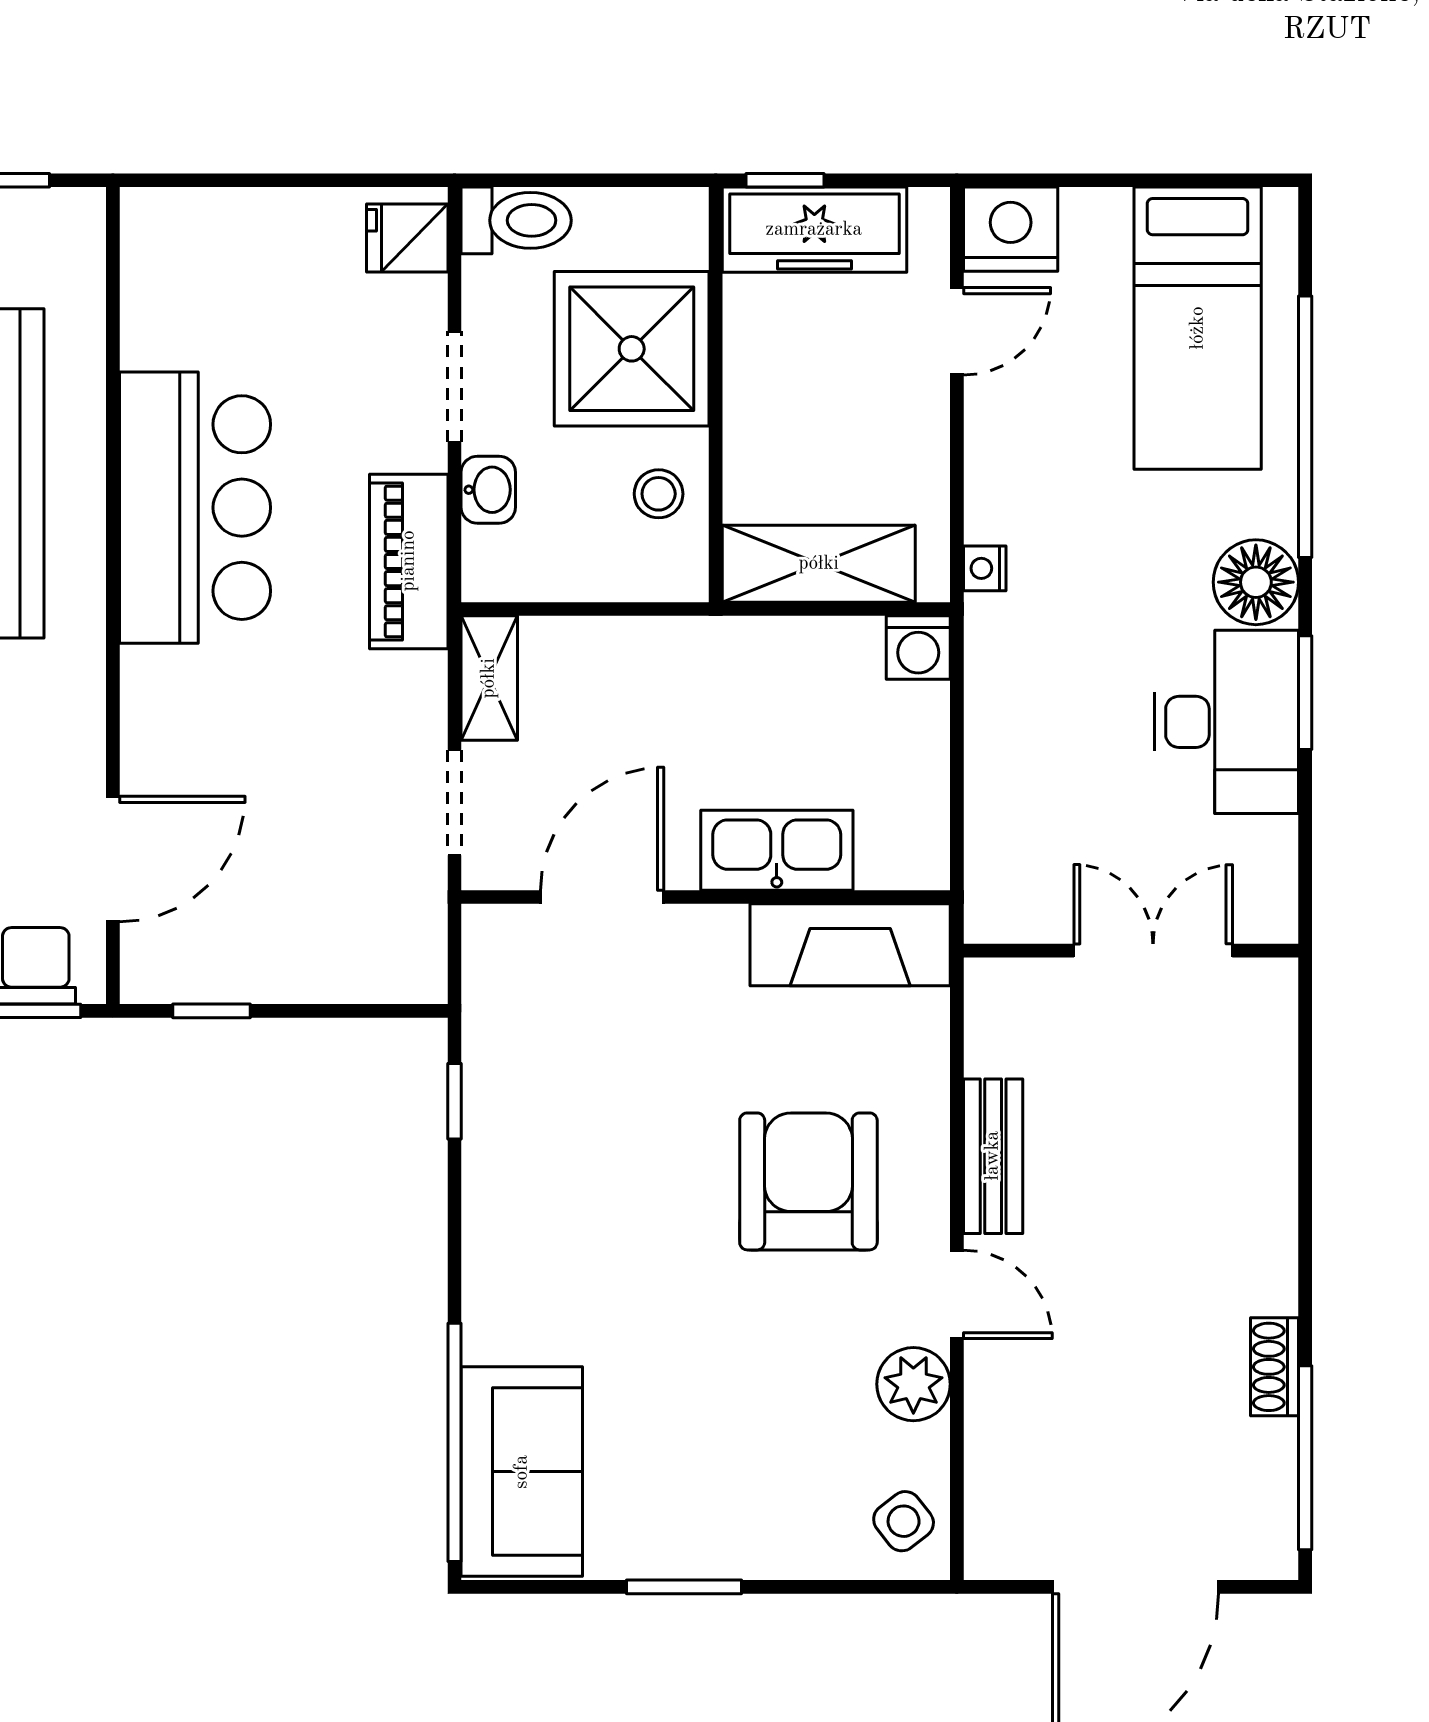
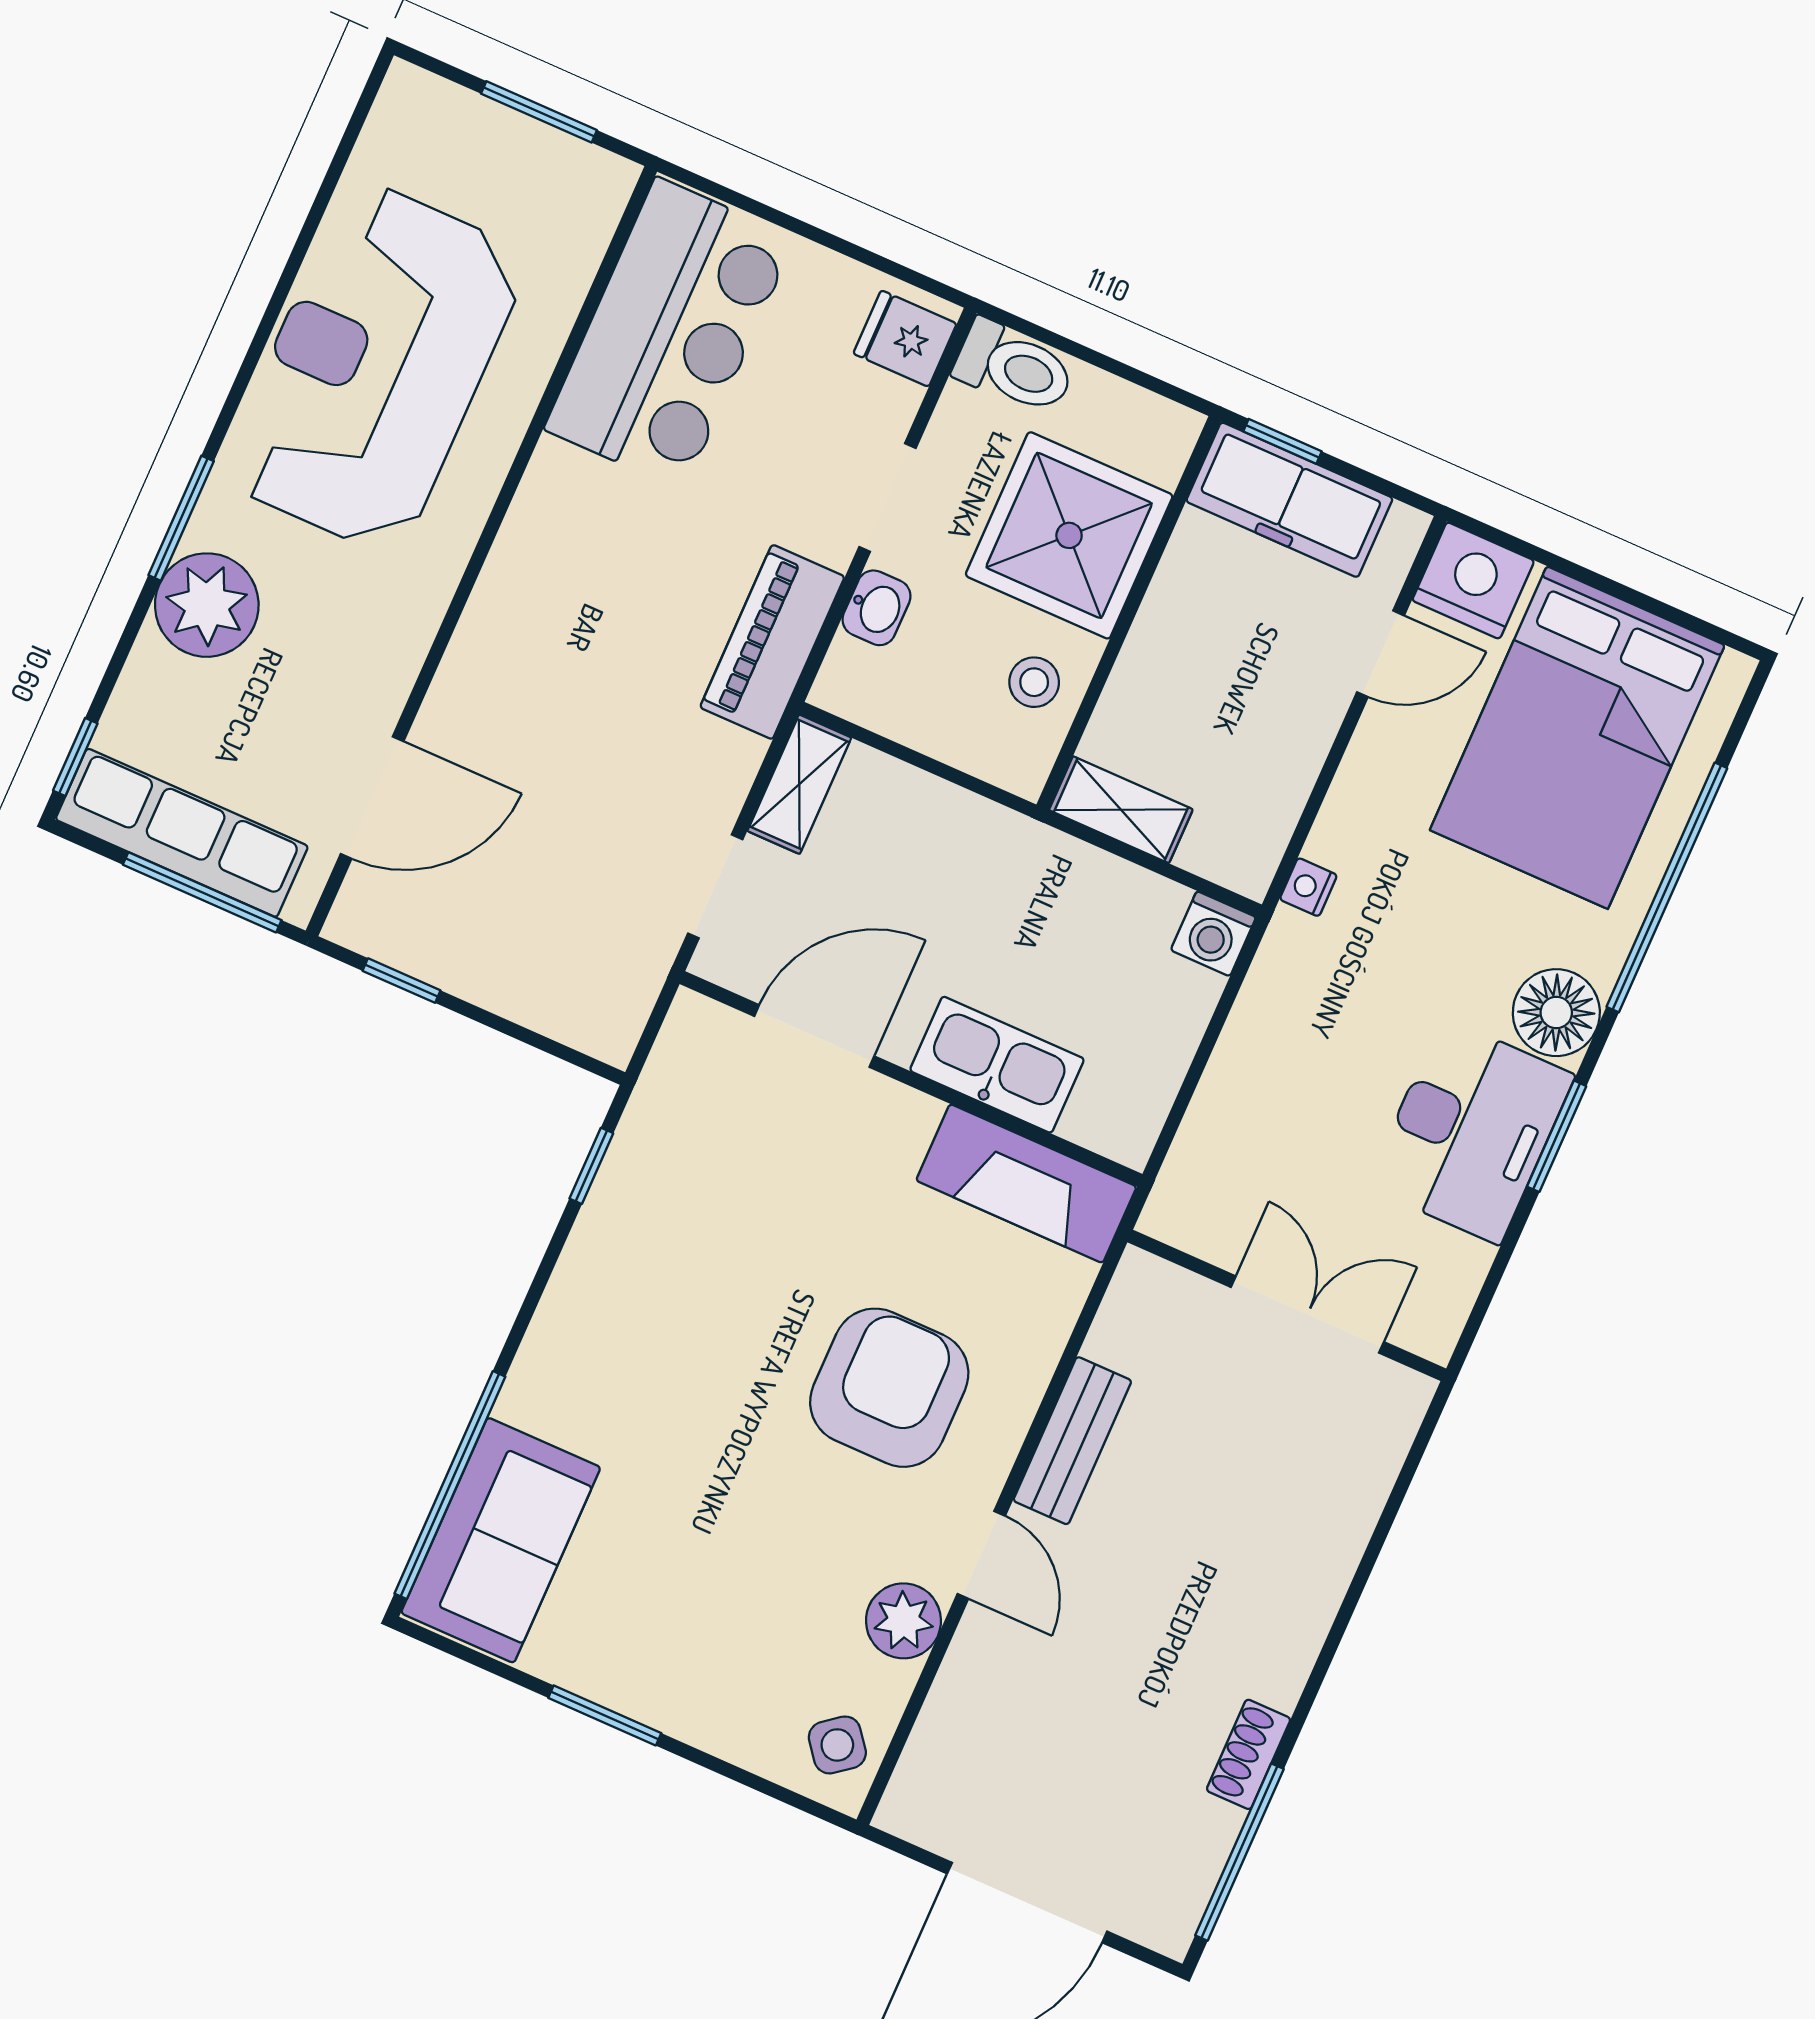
bed: (1198, 328) -> (1577, 738), width x1.50
bar counter: (195, 508) -> (670, 334), moved
shelving: (819, 564) -> (1121, 810), width x0.67, depth x0.75

